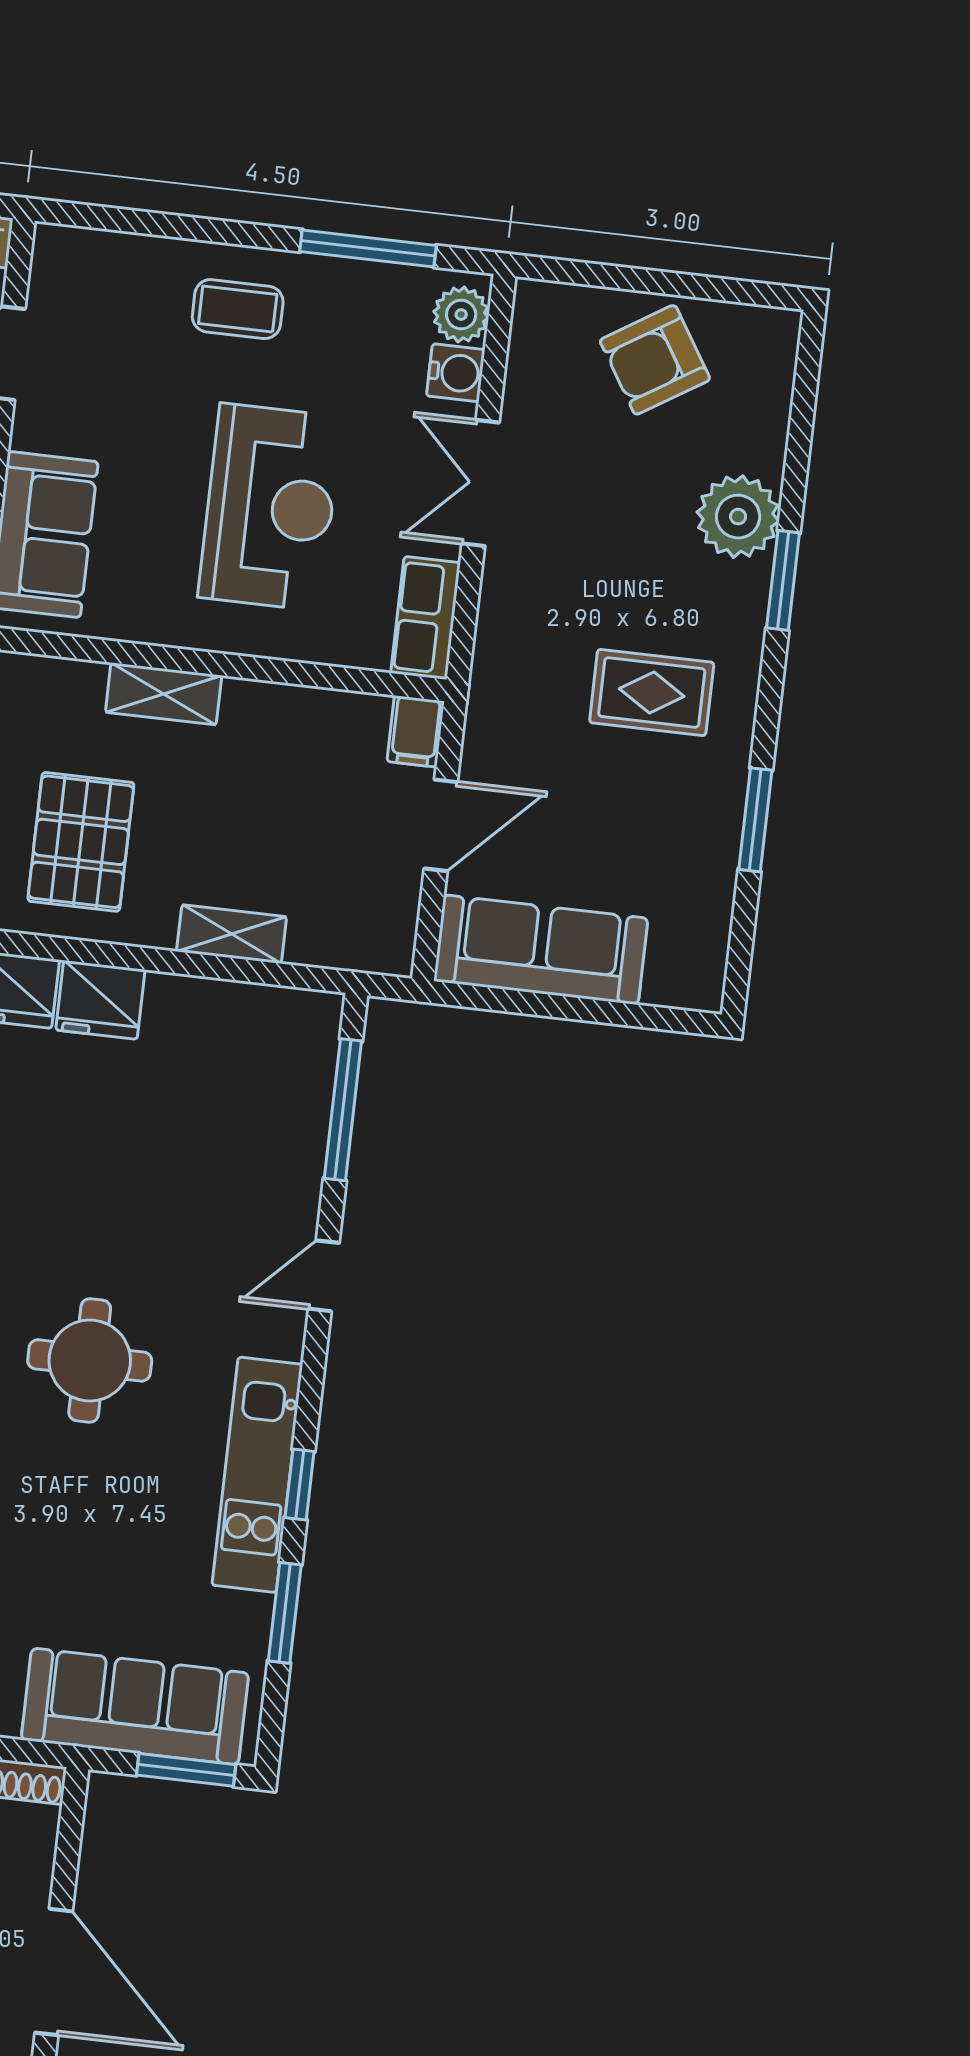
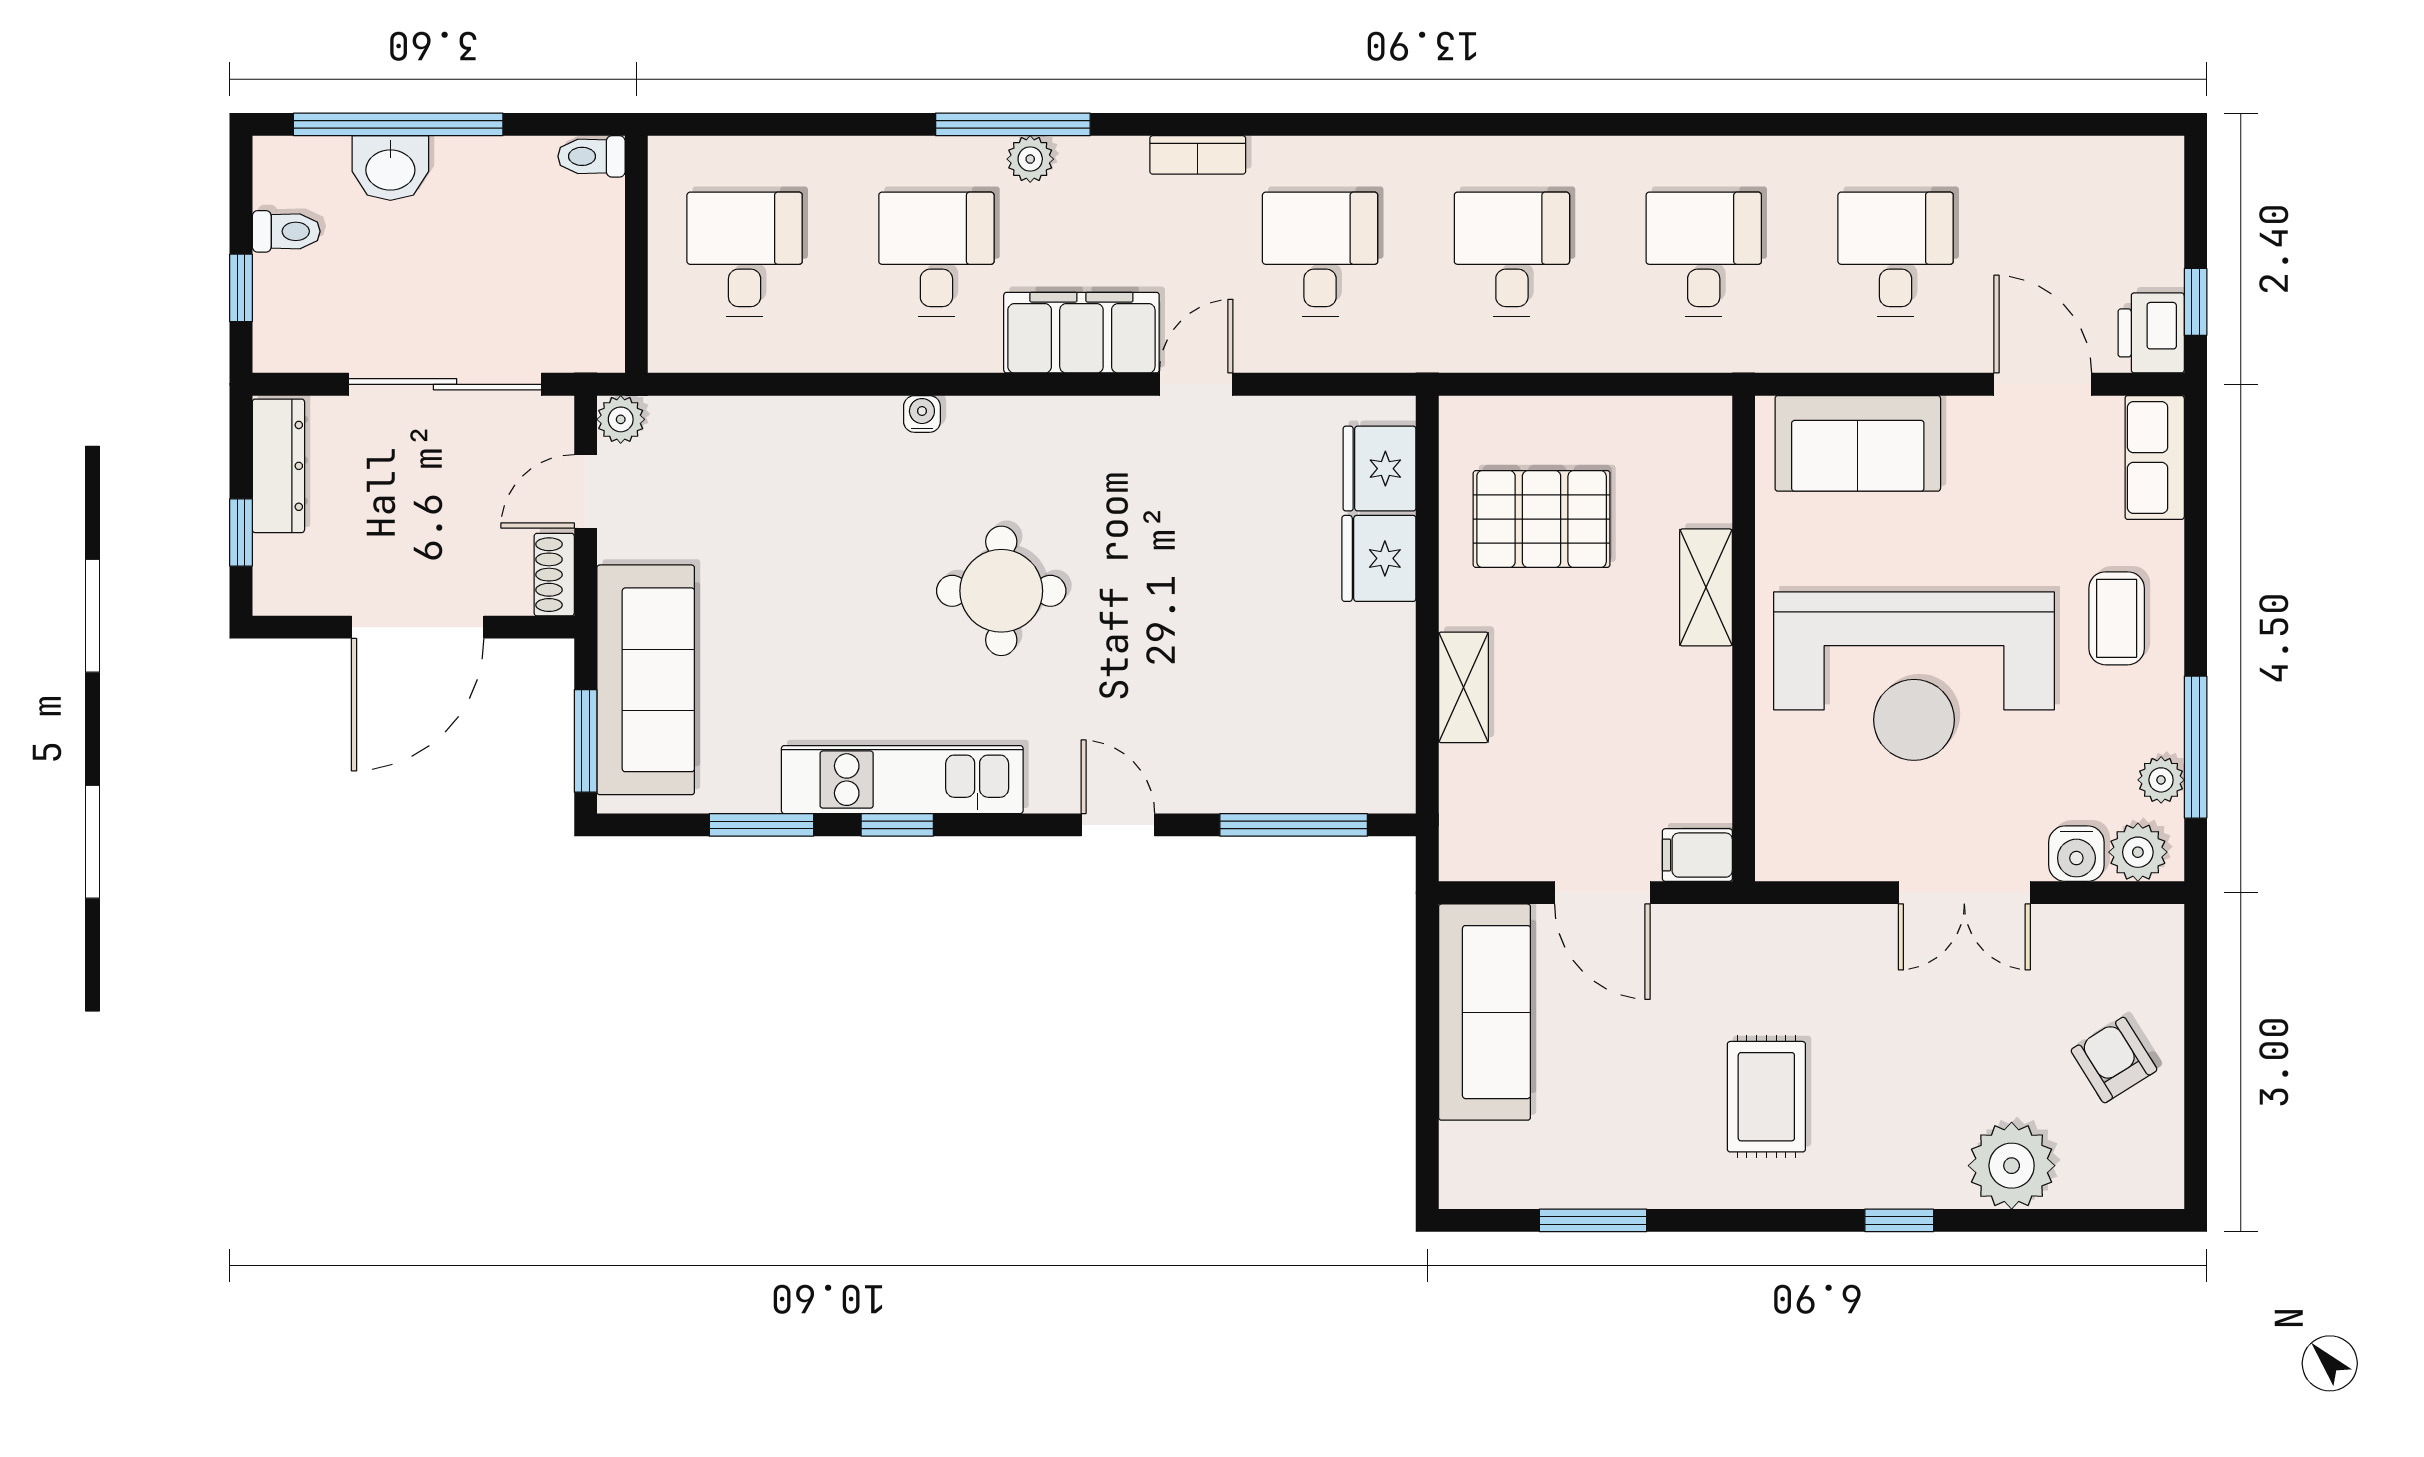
plant: (395, 285) -> (2161, 780), added
armchair: (655, 360) -> (2114, 1060), width x0.72, depth x0.72
double door: (480, 483) -> (1964, 893), swing flipped
reception desk: (270, 507) -> (1914, 676), width x1.36, depth x1.30
plant: (738, 517) -> (2012, 1166), moved
window: (783, 580) -> (1899, 1220), width x0.67
row of seats: (426, 618) -> (2155, 458), moved, turned -90
window: (755, 820) -> (1593, 1220), moved
door: (54, 1972) -> (418, 627), moved

